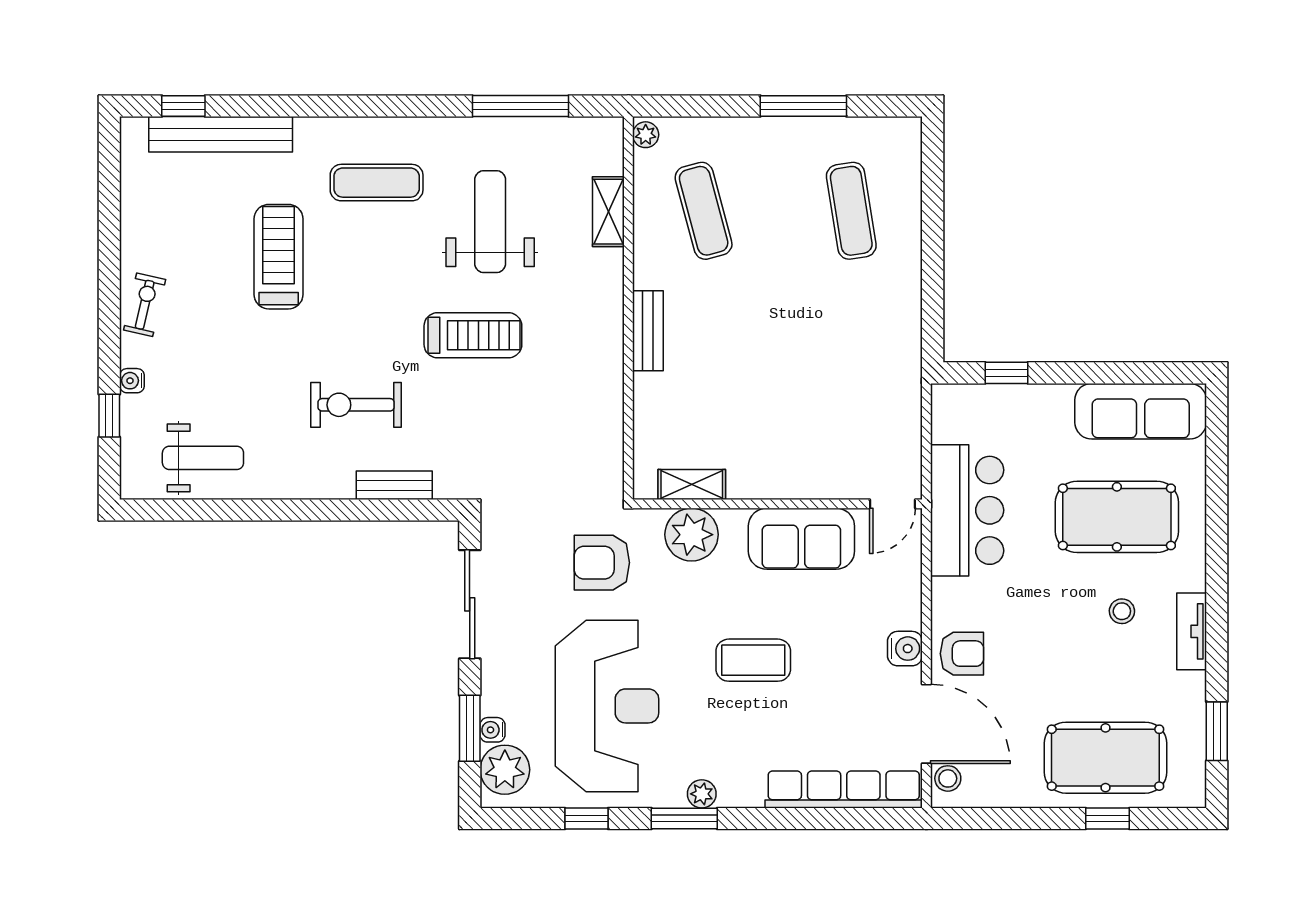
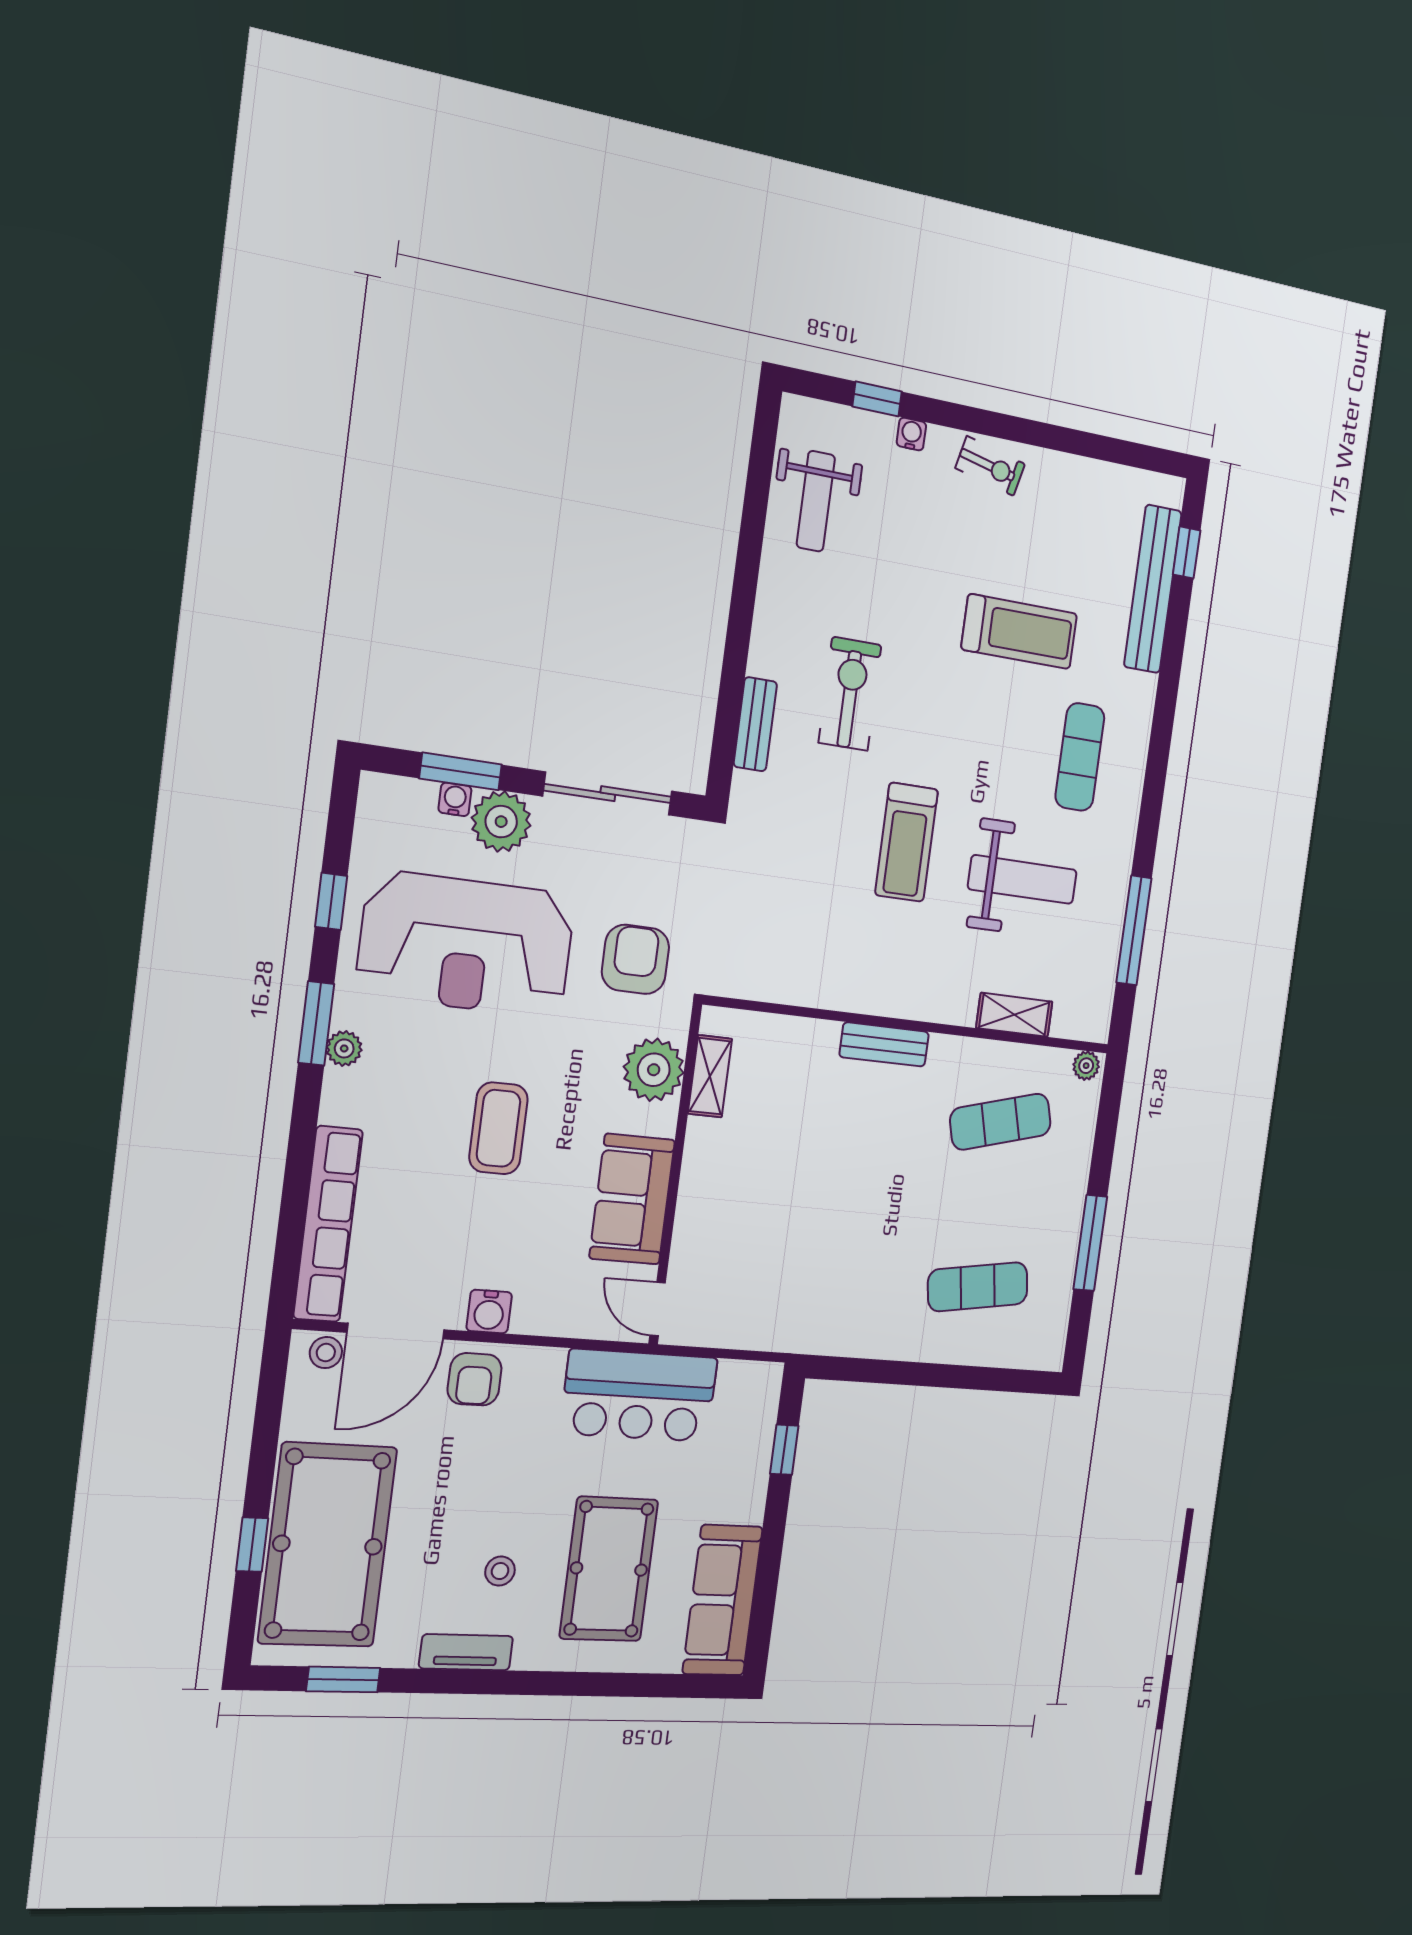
pool table: (1105, 758) -> (328, 1545), width x1.36, depth x1.32
plant: (505, 770) -> (501, 822), moved

